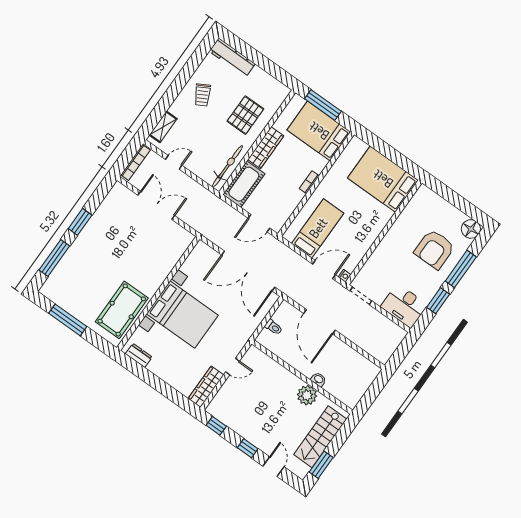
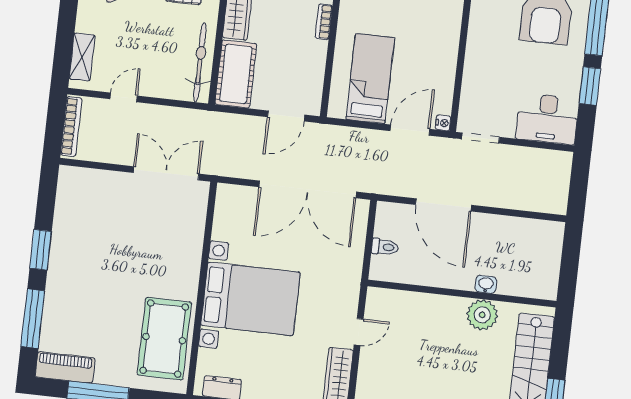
double door: (156, 205) -> (166, 173), moved
piano: (57, 295) -> (65, 367), added

